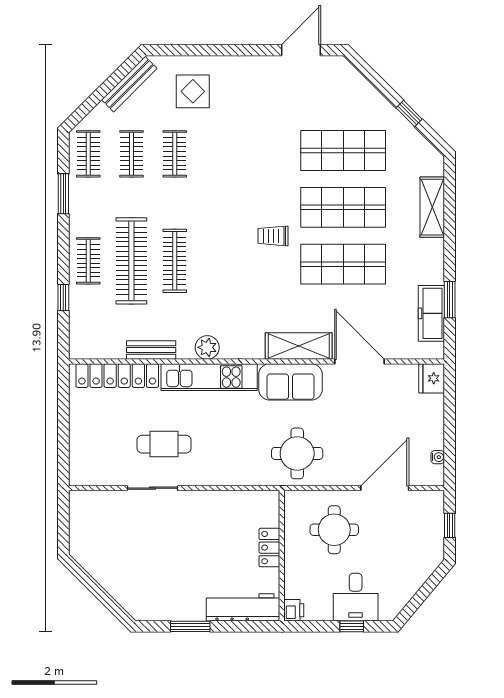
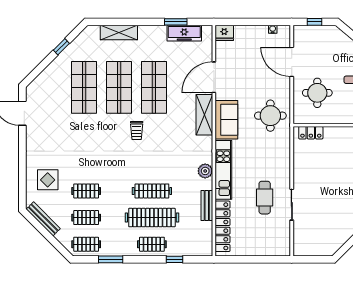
locker: (269, 548) -> (311, 133), moved

